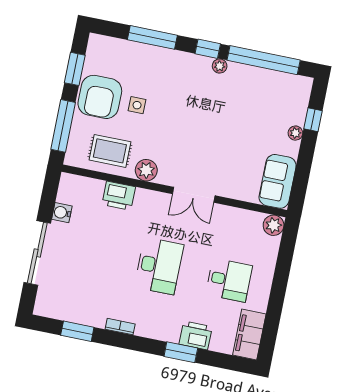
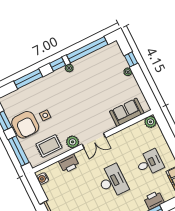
sofa: (278, 181) -> (127, 112), moved, turned 90
double door: (194, 195) -> (94, 141), moved
water cooler: (62, 213) -> (43, 179), moved

